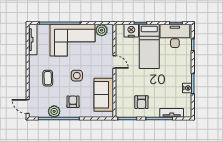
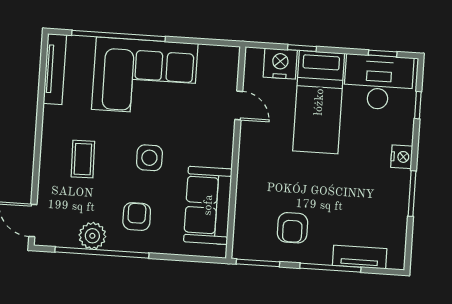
plant: (102, 30) -> (213, 58), removed
door: (114, 62) -> (239, 105), moved
nightstand: (187, 88) -> (402, 157), moved

